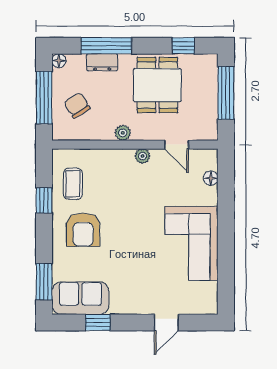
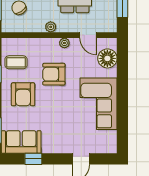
floor lamp: (211, 178) -> (107, 58), width x1.89, depth x1.89
coffee table: (73, 184) -> (16, 62), turned 90
armchair: (127, 201) -> (54, 74), added

